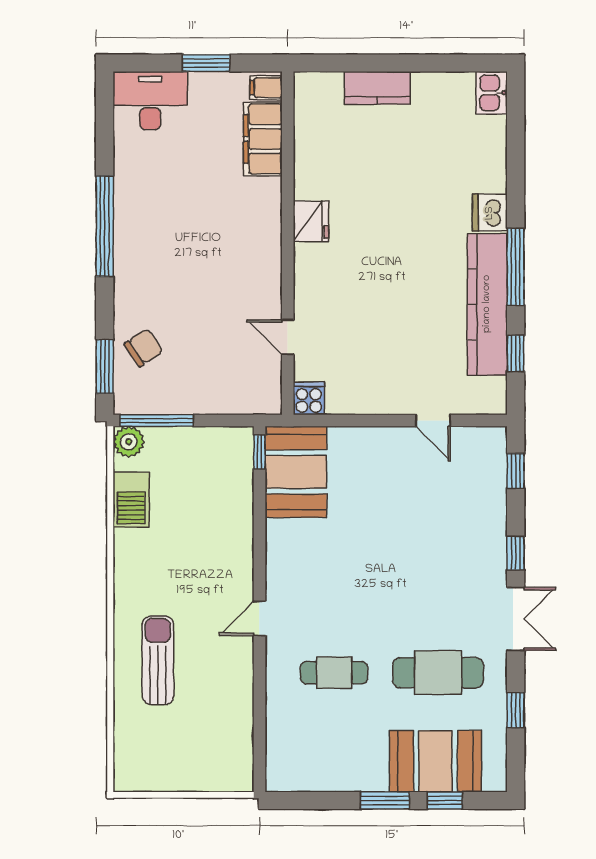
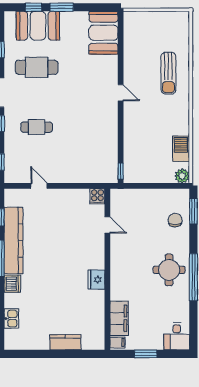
kitchen sink: (492, 93) -> (11, 319), moved
desk: (150, 101) -> (177, 336), width x0.73
round table: (156, 242) -> (169, 270), added
chair: (144, 348) -> (175, 220), turned 124
window: (157, 420) -> (169, 186), removed
booth: (296, 472) -> (104, 33), moved
door: (259, 618) -> (121, 93), hinge flipped
cafe table: (334, 673) -> (37, 127), moved

